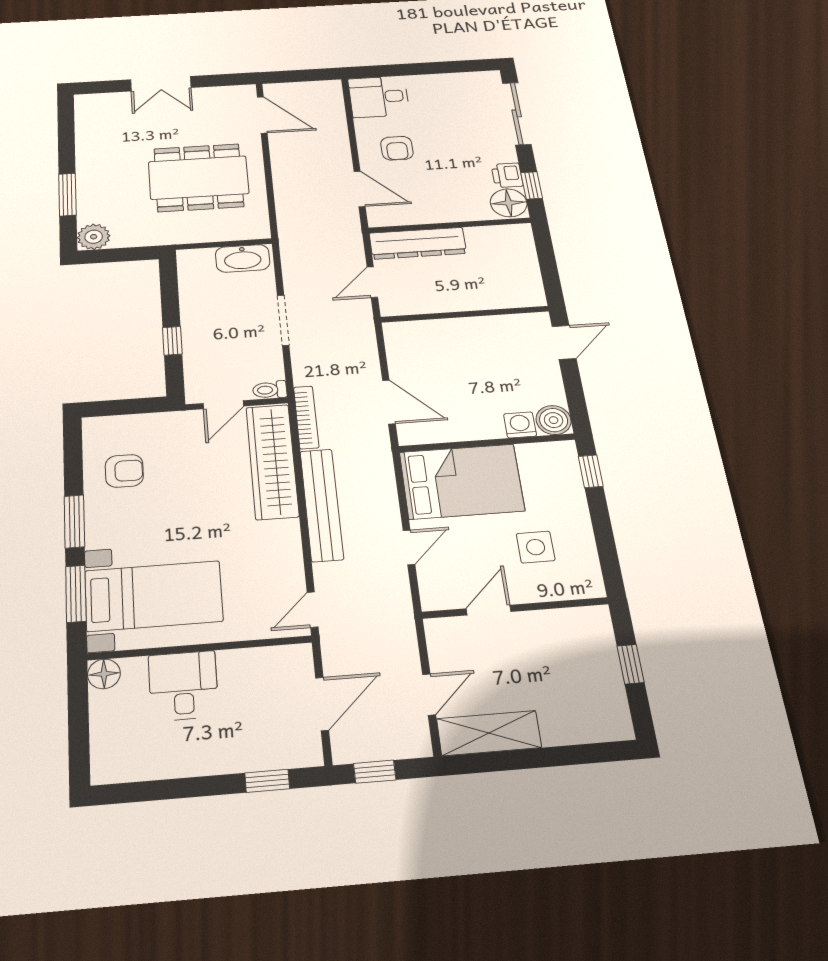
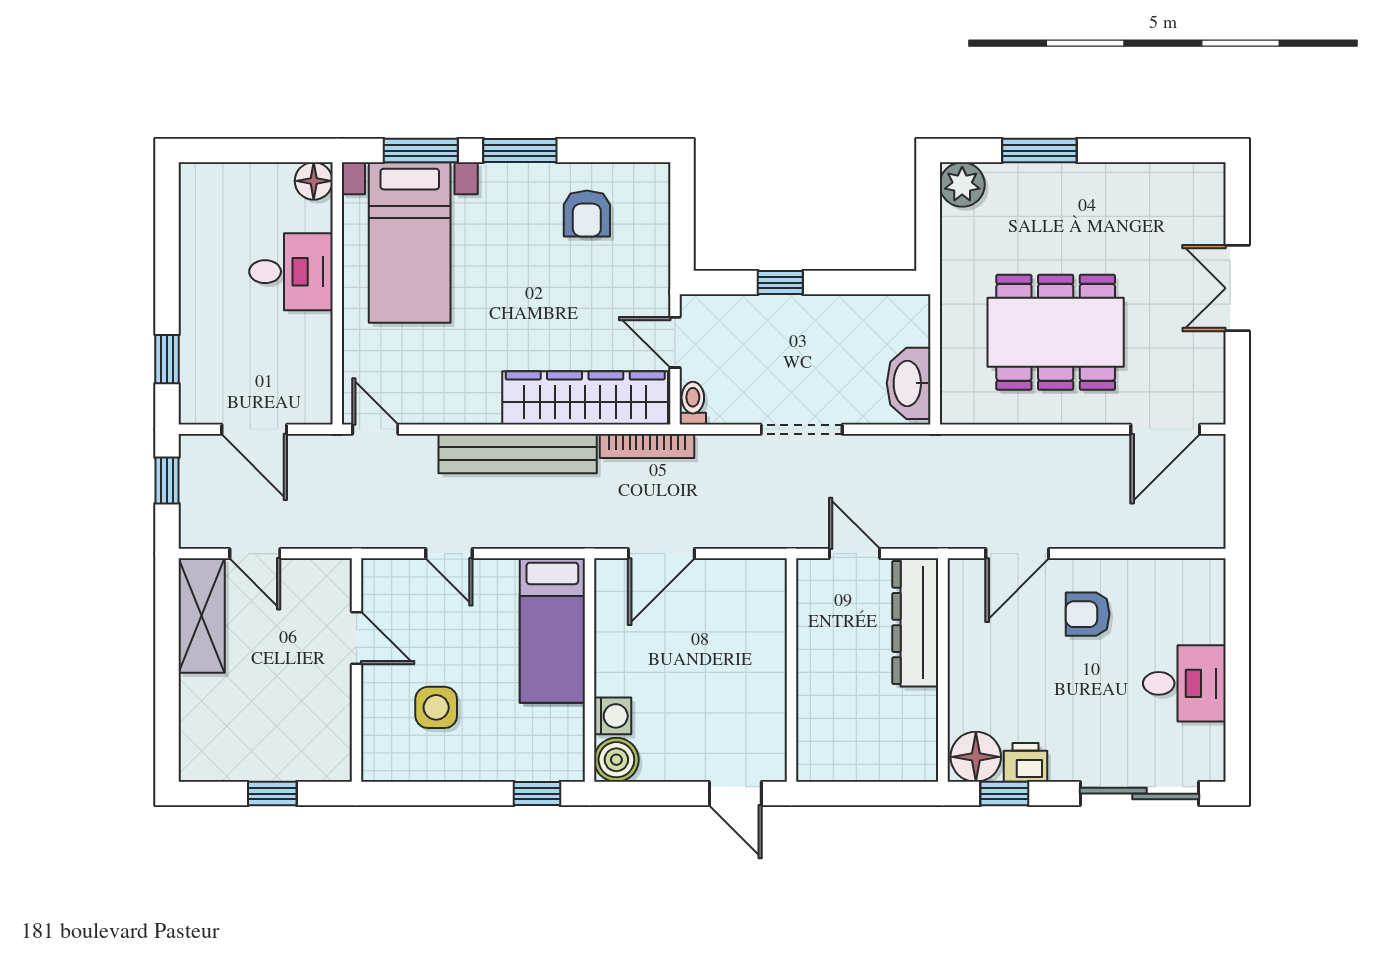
desk: (379, 97) -> (1184, 683), moved, turned 90
dining table: (199, 178) -> (1056, 332), turned 90
bed: (462, 481) -> (552, 631), width x0.67

